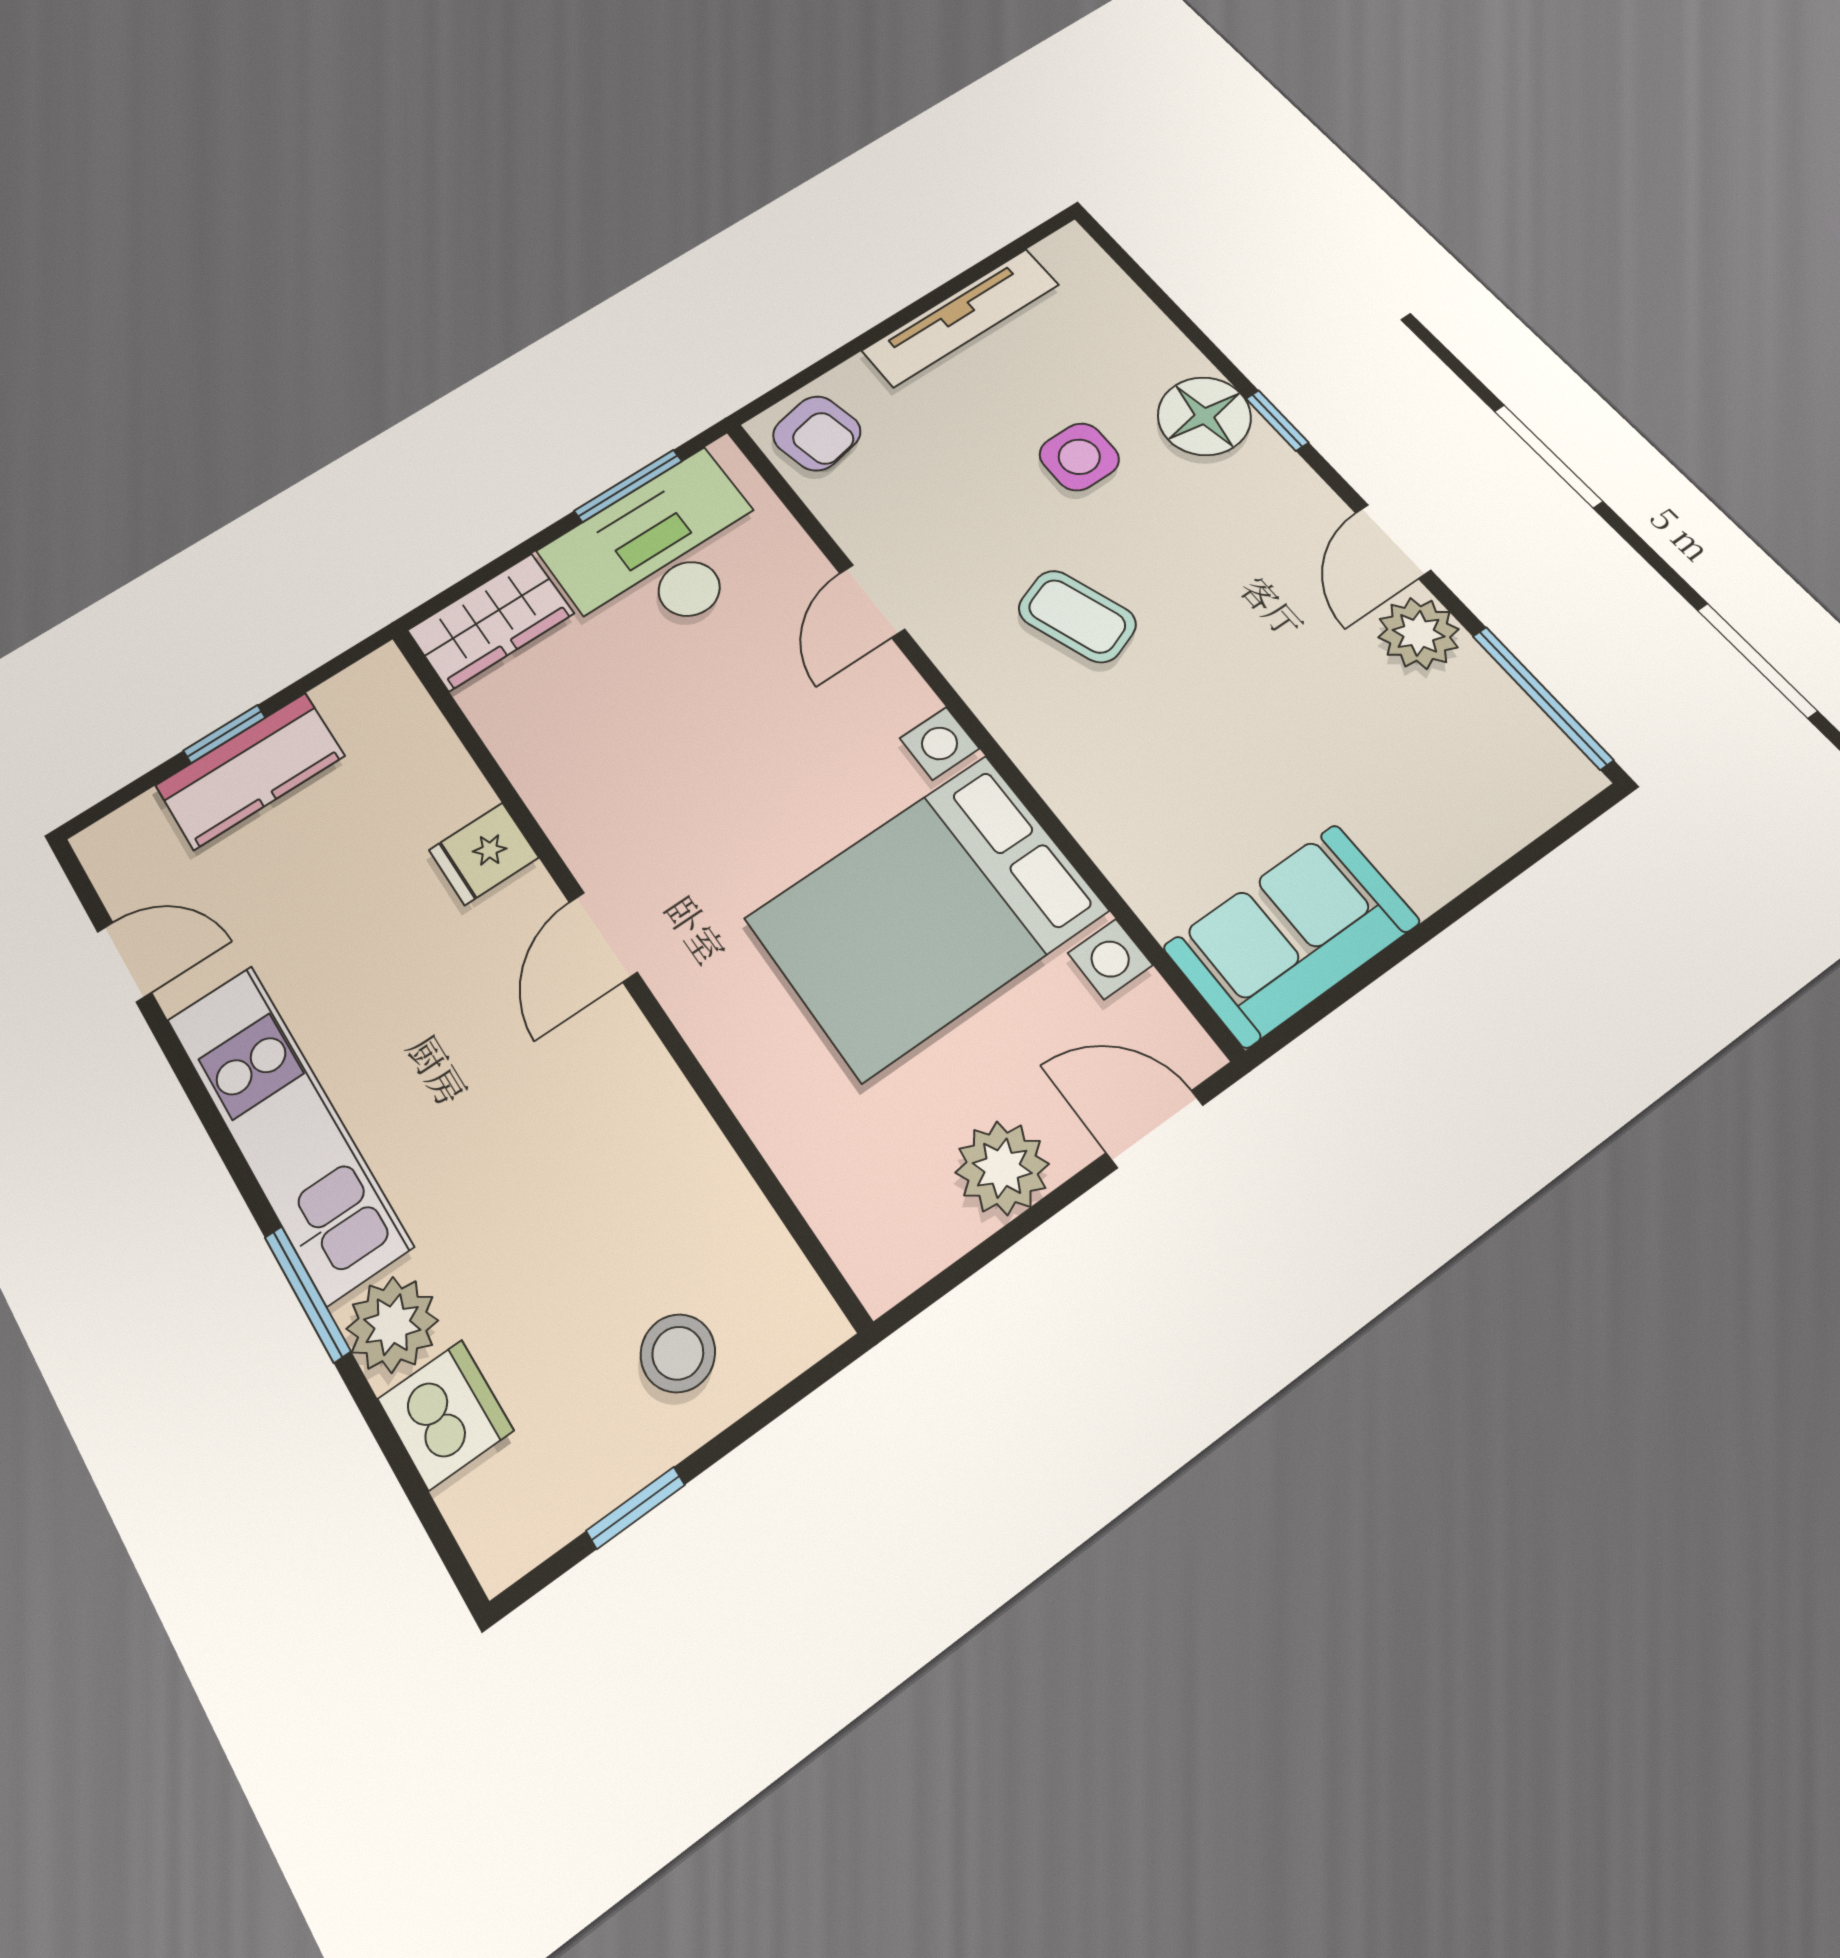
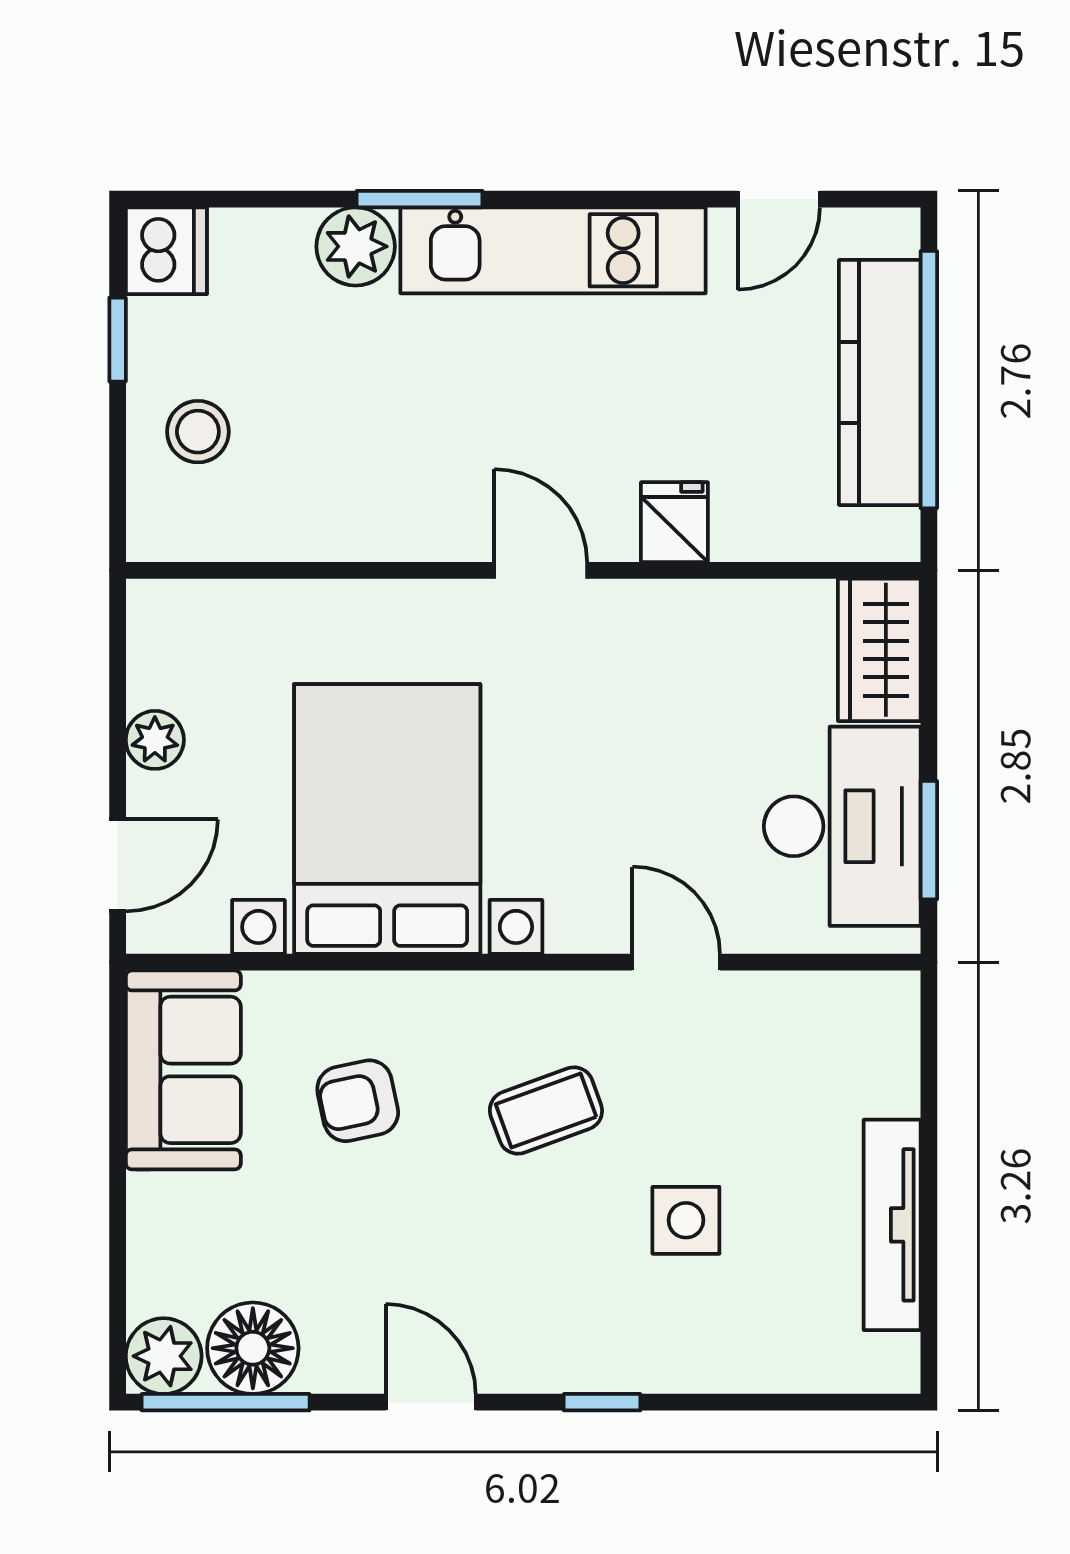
floor lamp: (1204, 416) -> (253, 1348), moved
armchair: (817, 433) -> (358, 1101), moved
plant: (1419, 633) -> (164, 1356), moved
window: (224, 734) -> (929, 380), width x3.17
kitchen counter: (250, 771) -> (880, 383), width x1.50
plant: (1002, 1168) -> (155, 740), width x0.73, depth x0.73
dishwasher: (445, 1415) -> (166, 251), moved, turned -90

